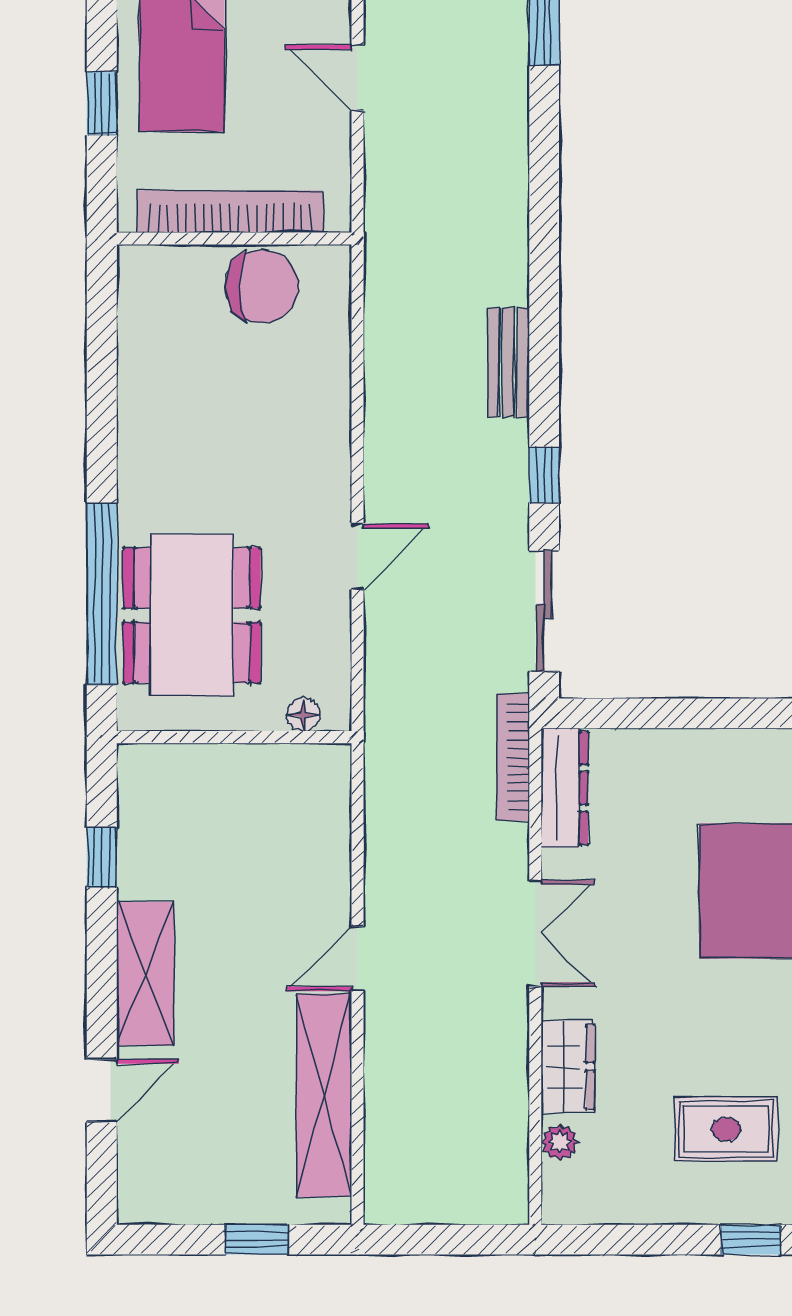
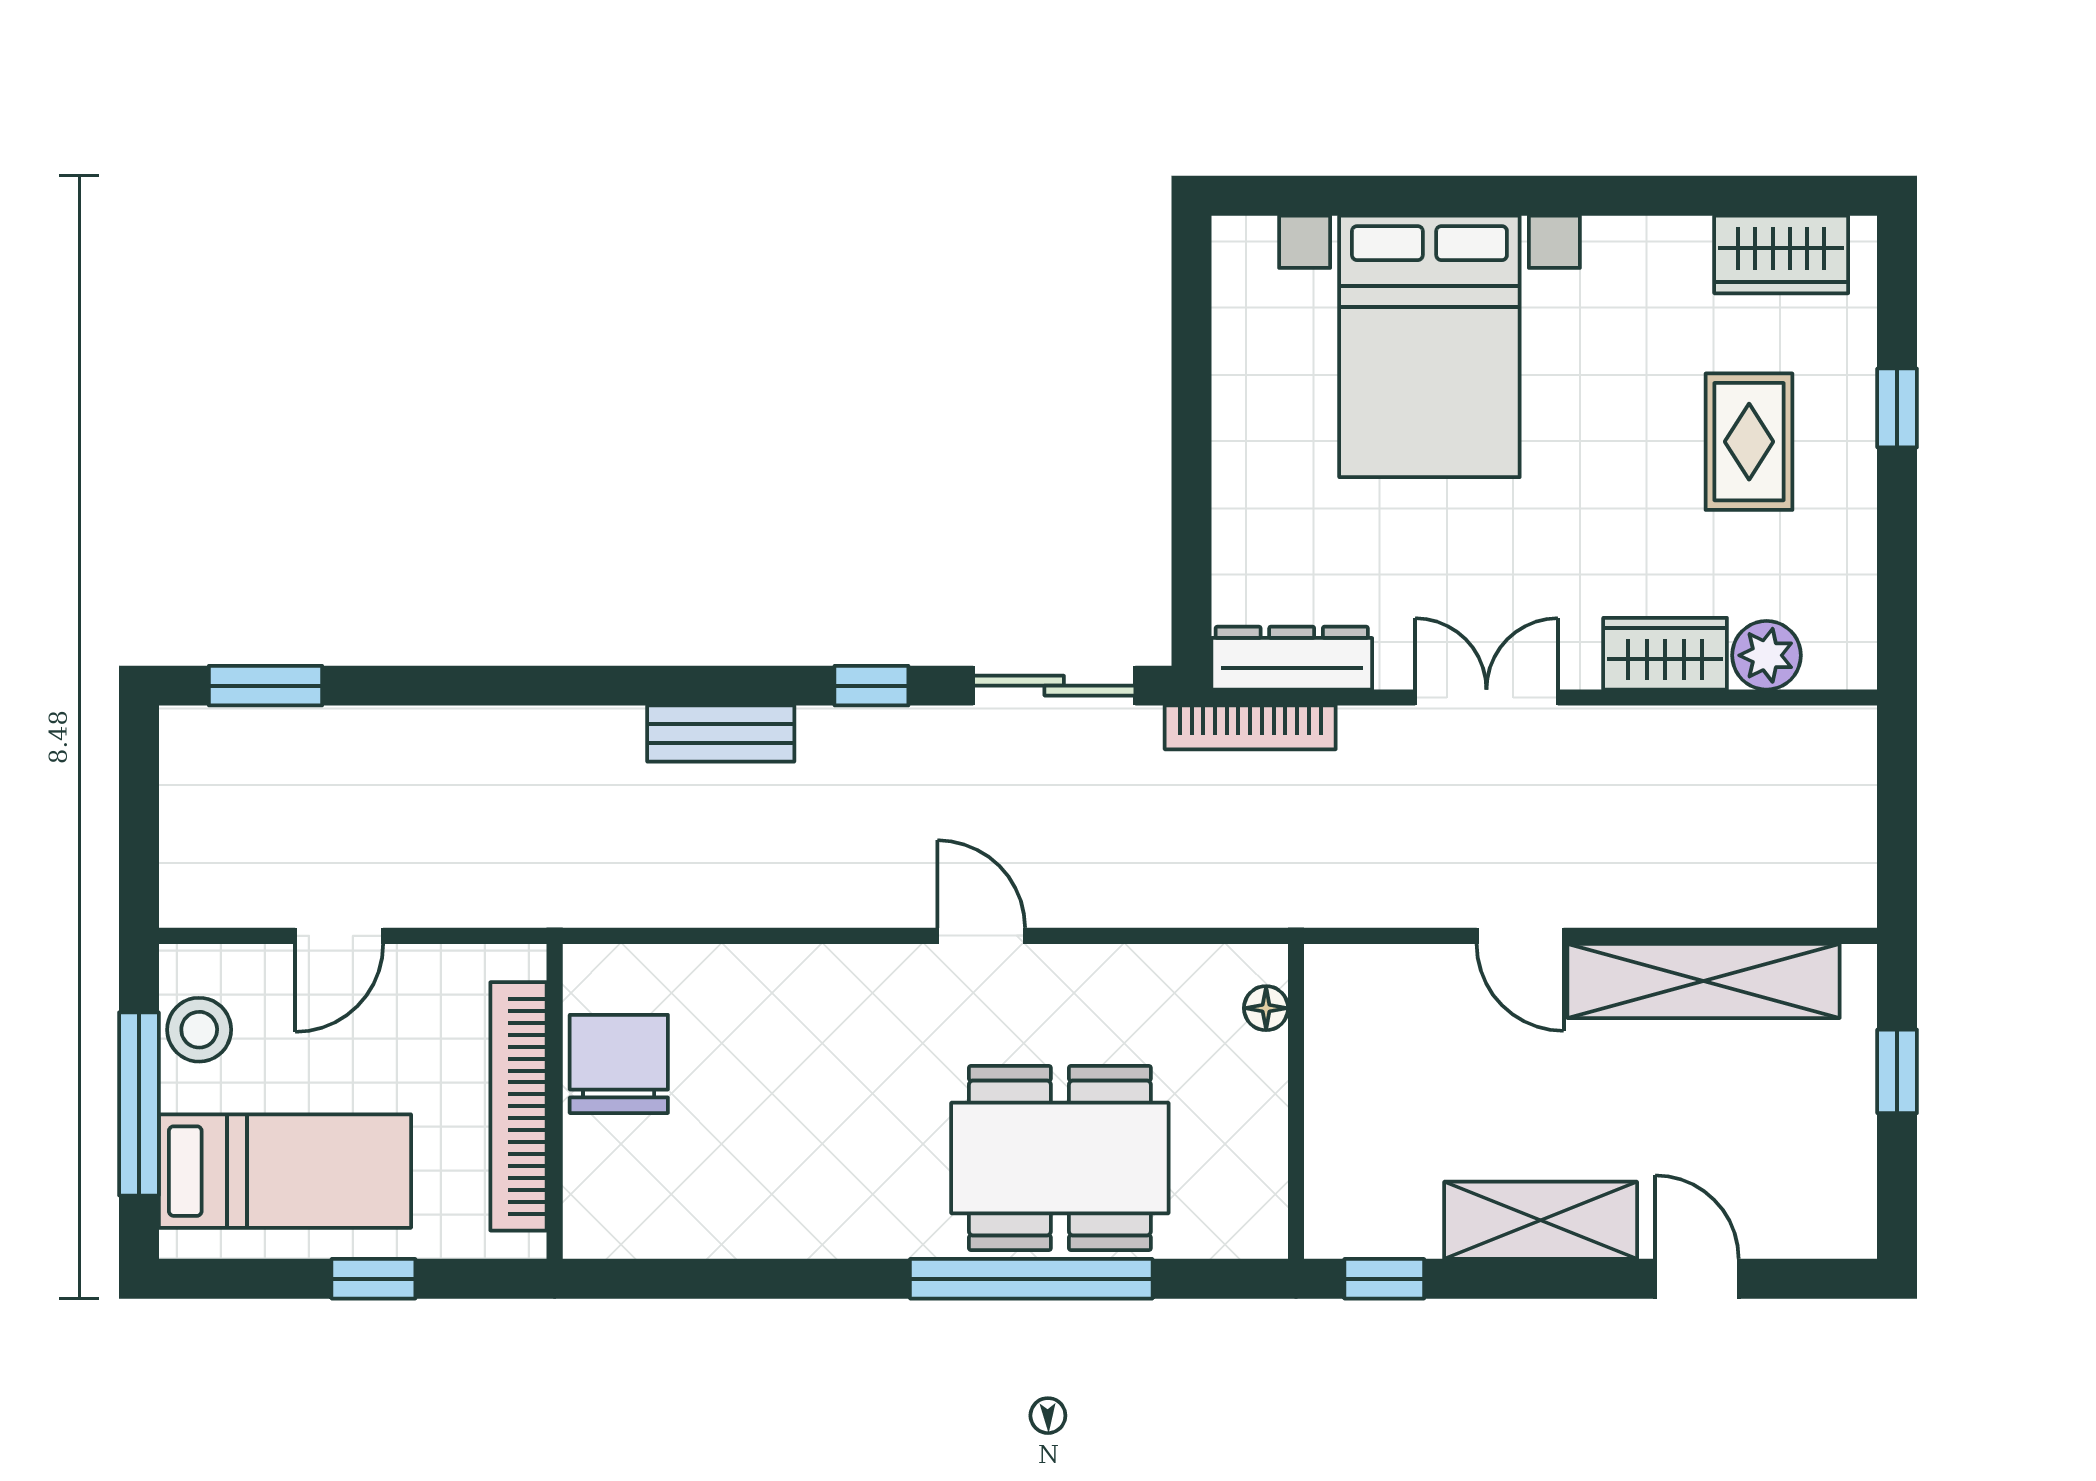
floor lamp: (304, 715) -> (1266, 1008), moved
wall: (234, 737) -> (1296, 1101), moved
plant: (560, 1142) -> (1766, 655), width x1.38, depth x1.38

